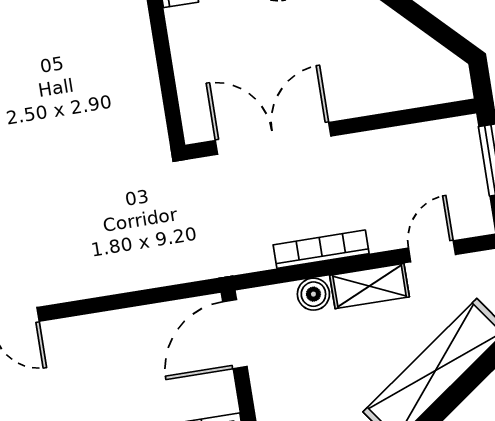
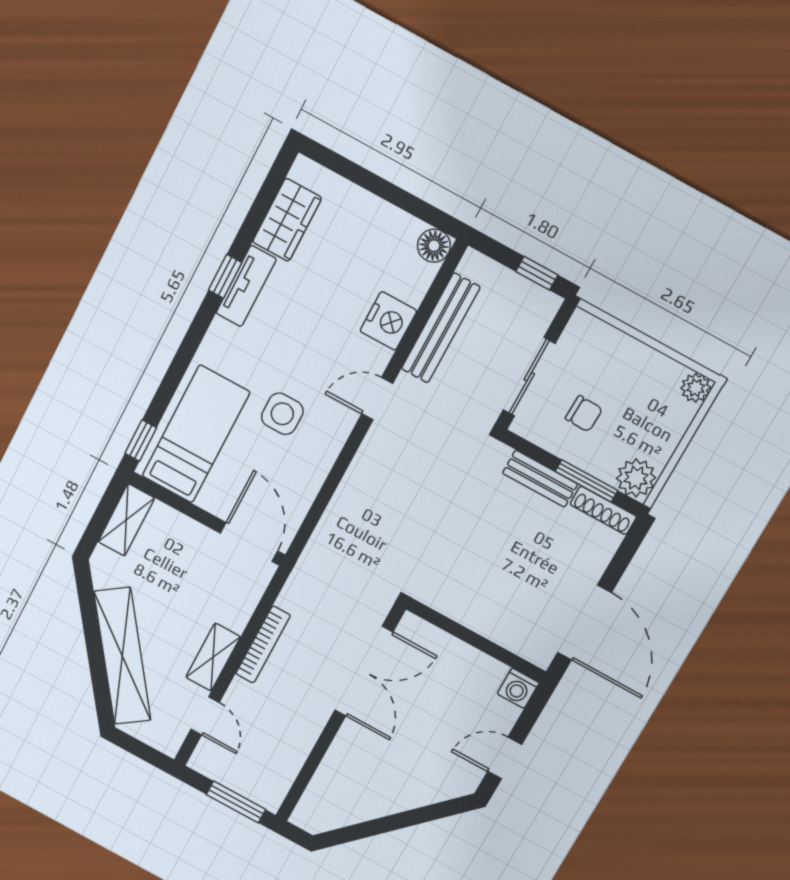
boiler: (313, 294) -> (236, 616), removed
side table: (94, 392) -> (282, 414), added

